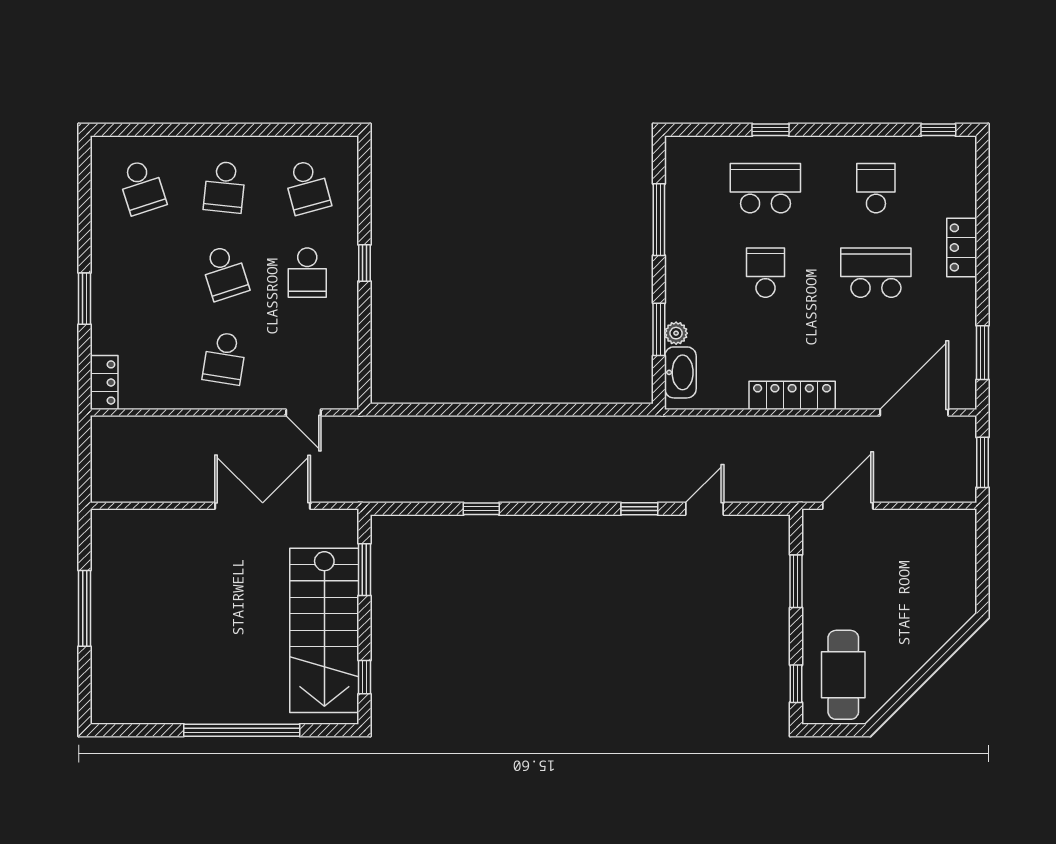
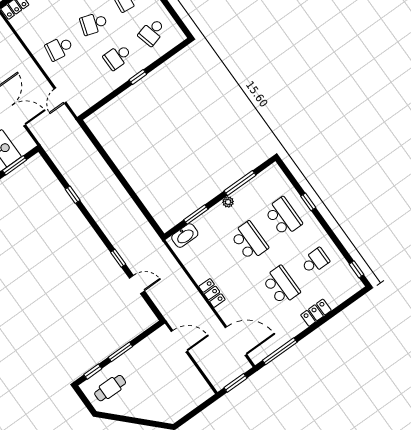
school desk: (225, 273) -> (94, 24), turned 36
school desk: (765, 273) -> (249, 241), width x1.85
plant: (676, 333) -> (228, 202), moved
window: (983, 353) -> (280, 351), width x1.44
locker: (792, 395) -> (212, 293), width x0.66
window: (796, 581) -> (120, 352), moved
cafe table: (843, 675) -> (110, 388), width x0.73, depth x0.74

